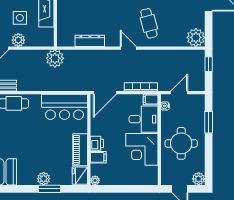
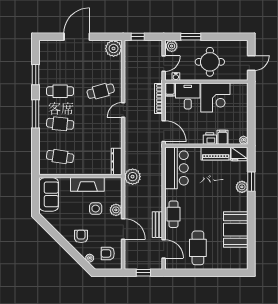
dresser: (90, 41) -> (117, 161), moved
door: (179, 93) -> (164, 64), swing flipped
plant: (199, 179) -> (172, 46), moved

